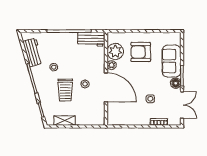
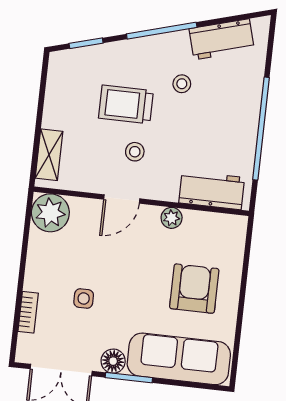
workbench: (91, 39) -> (212, 190), moved, turned 90
plant: (115, 51) -> (50, 213), moved
sofa: (172, 61) -> (179, 359), width x1.36
door: (106, 87) -> (122, 199), width x0.53
shelving: (65, 121) -> (49, 155), moved

